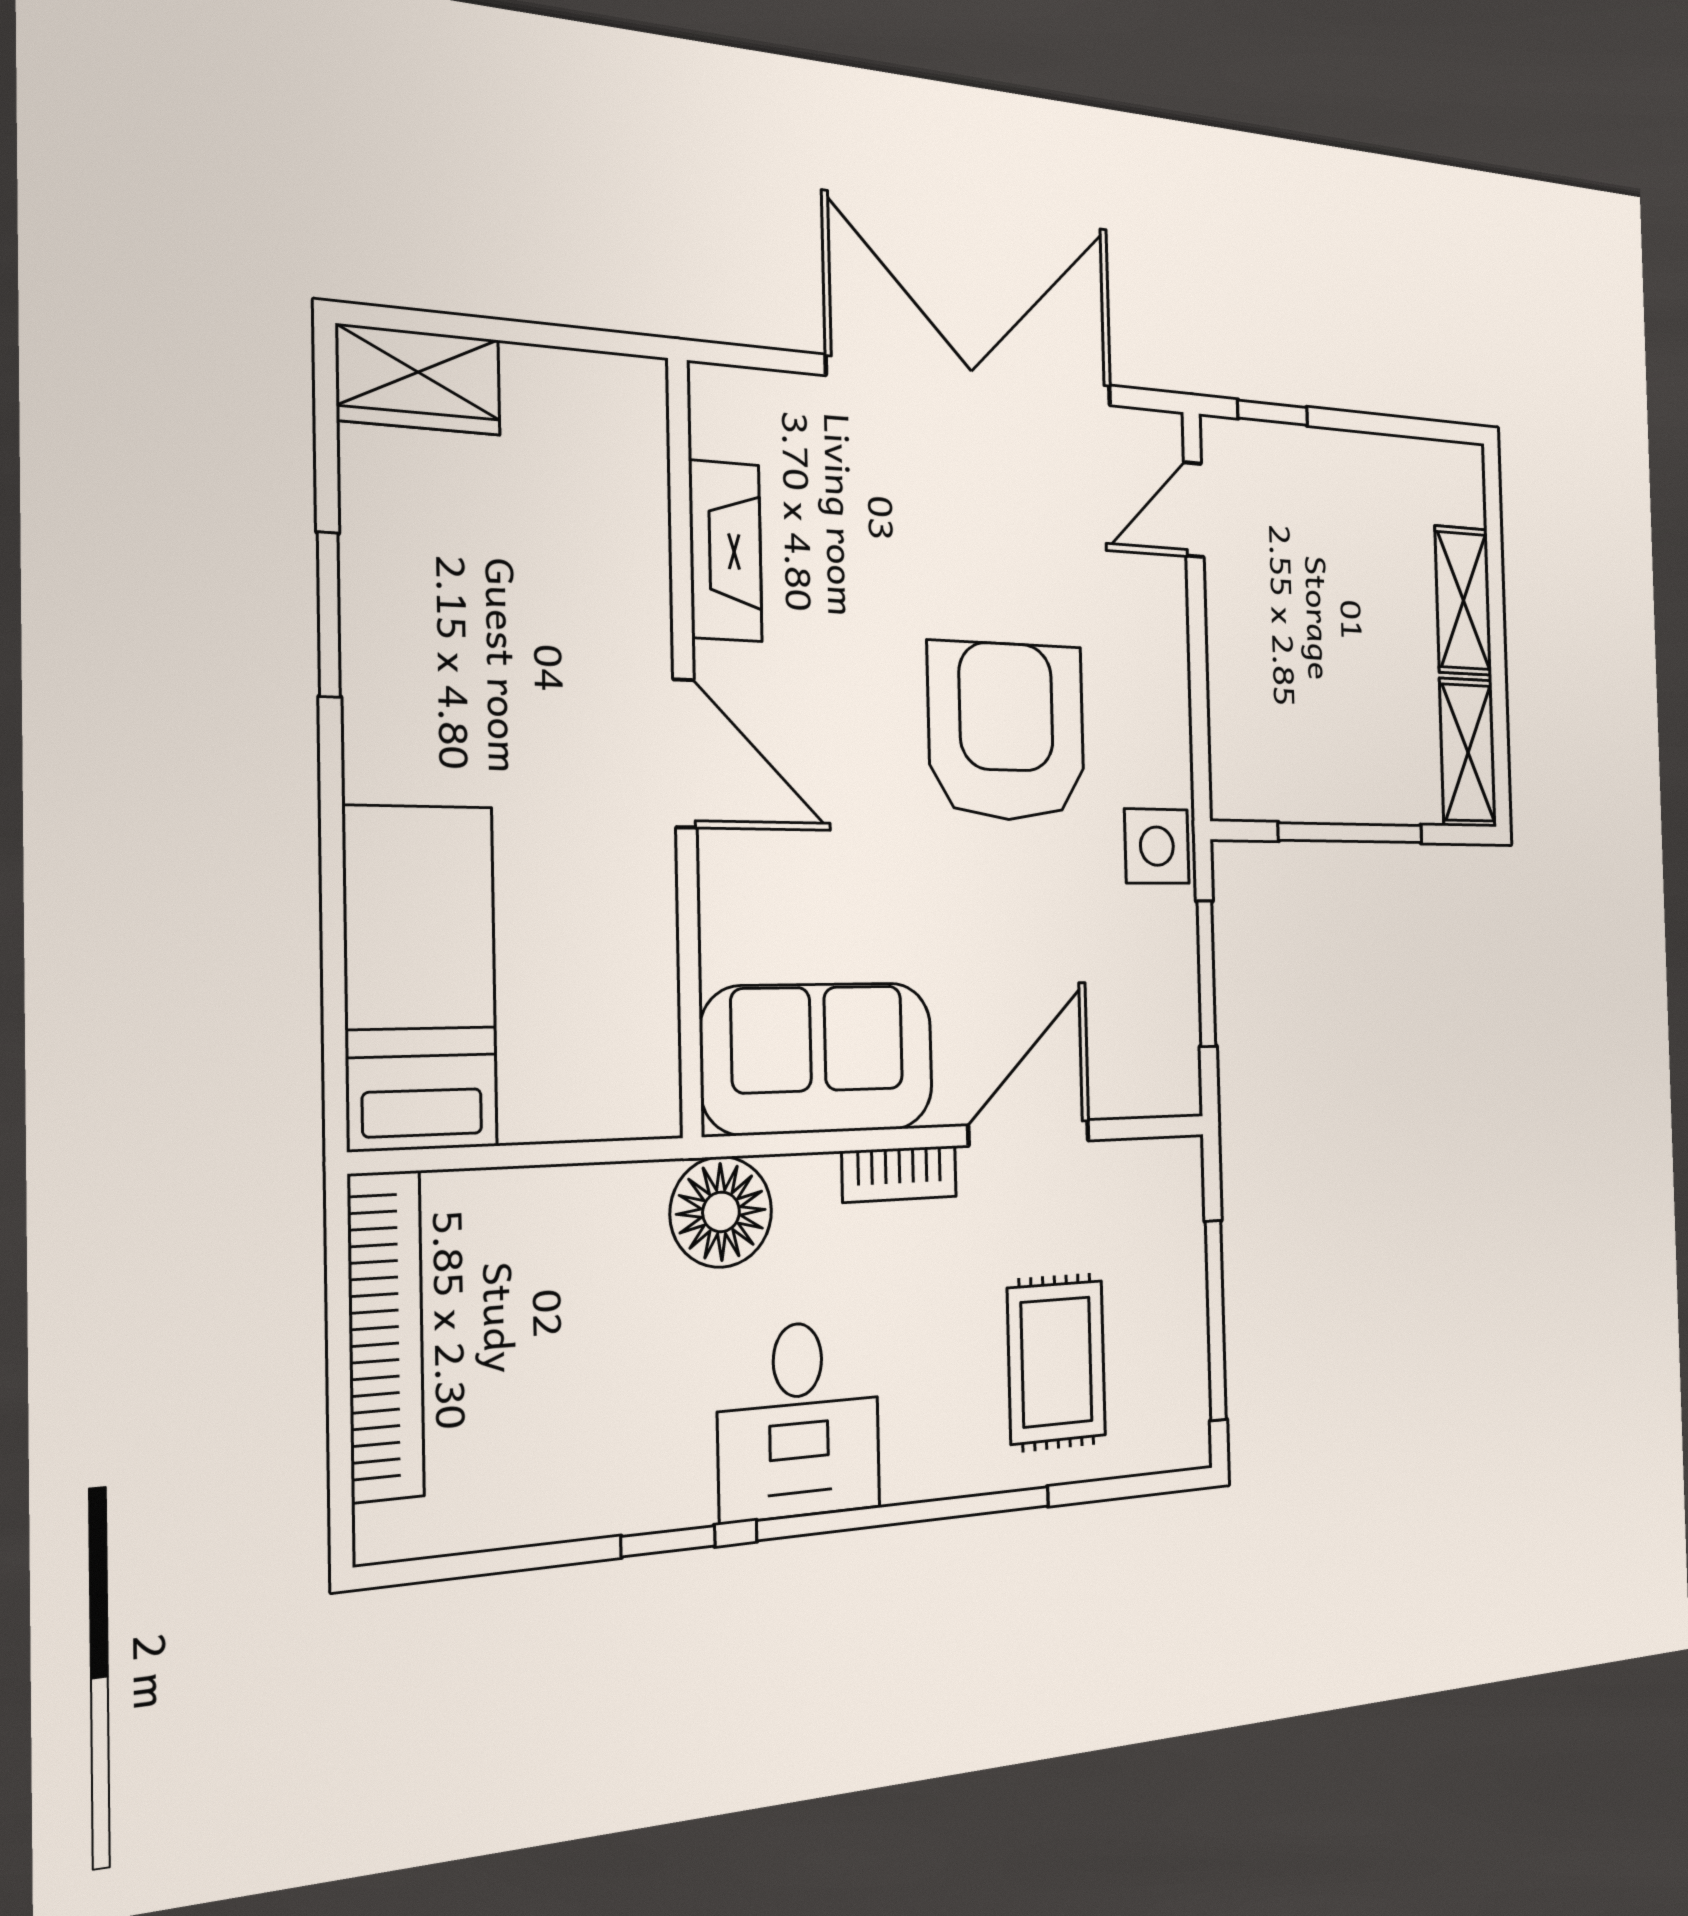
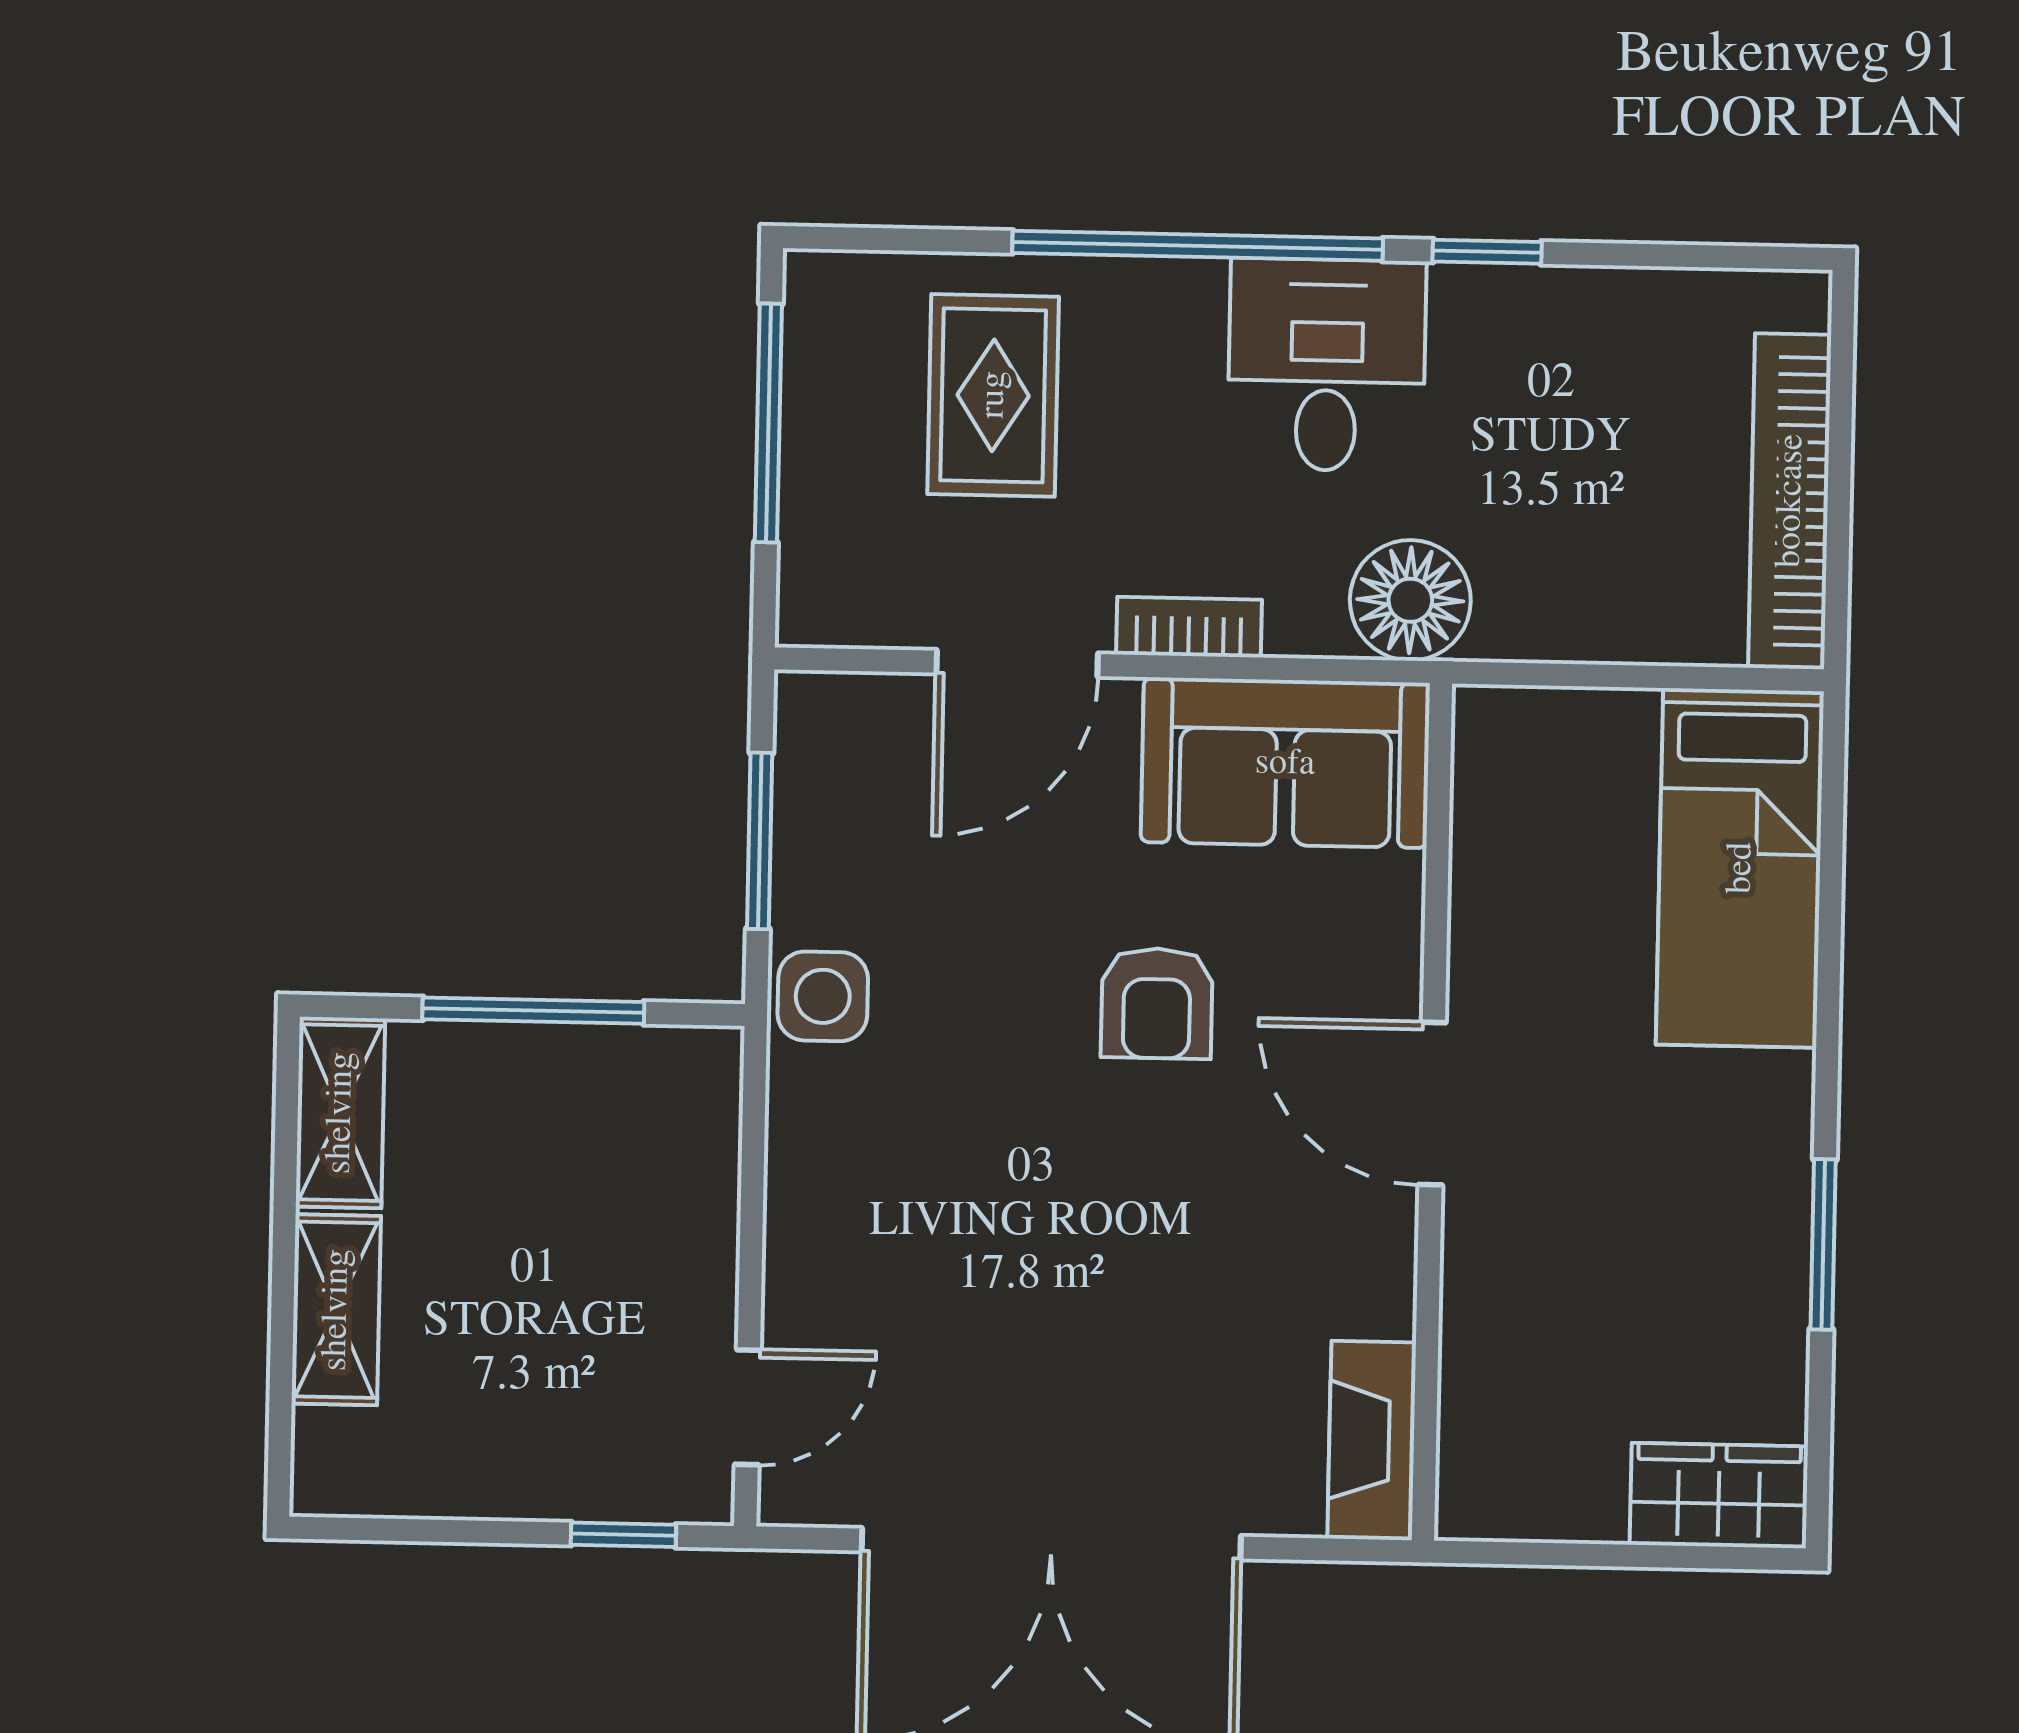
fireplace: (725, 551) -> (1372, 1440), moved
armchair: (1007, 731) -> (1157, 1003), moved, width x0.53, depth x0.53

